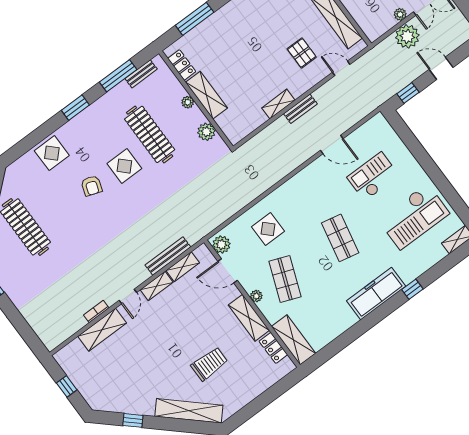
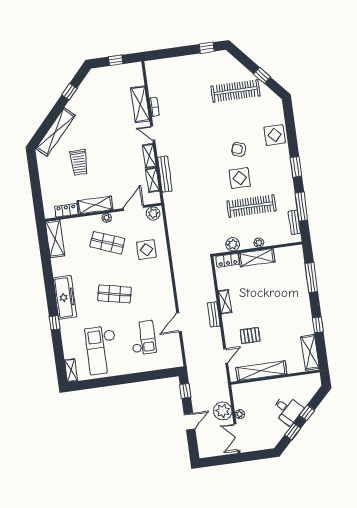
locker: (182, 65) -> (228, 260), moved
shelving: (293, 340) -> (55, 239), moved, turned 90

